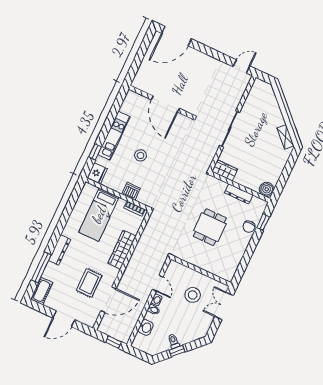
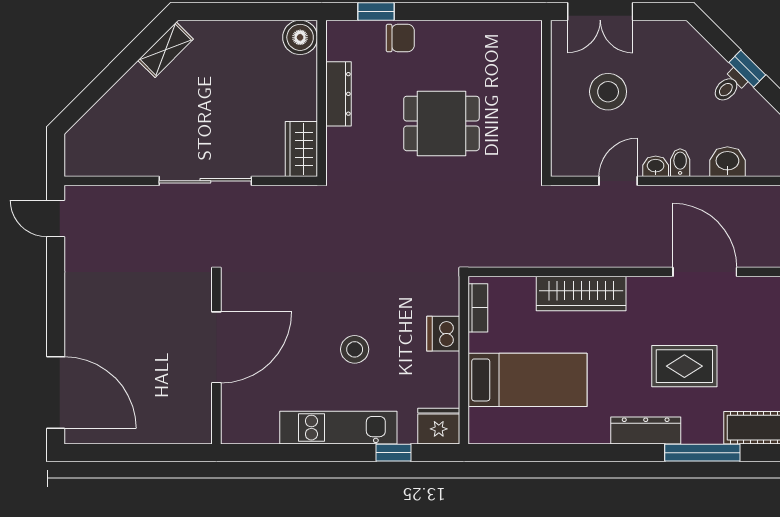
rug: (89, 283) -> (684, 366), moved

